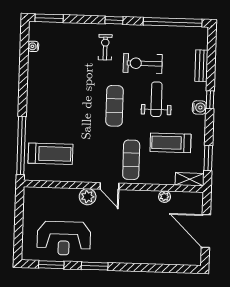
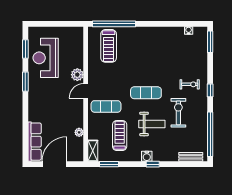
bench: (201, 66) -> (191, 157), moved
row of seats: (175, 256) -> (35, 142), added

